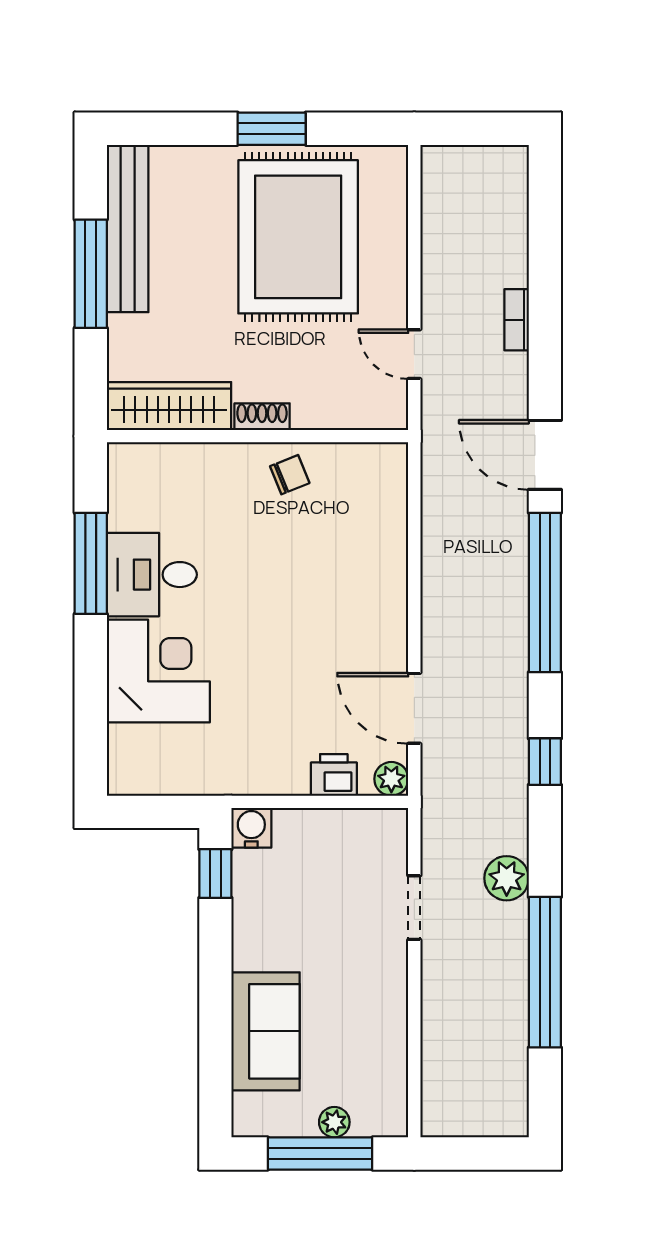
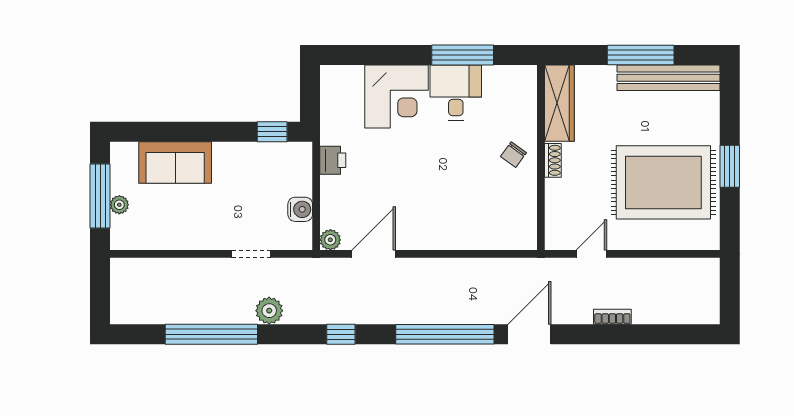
chair: (290, 475) -> (513, 155), moved, turned 58
printer: (334, 775) -> (333, 160), moved
water cooler: (251, 828) -> (300, 209), moved

